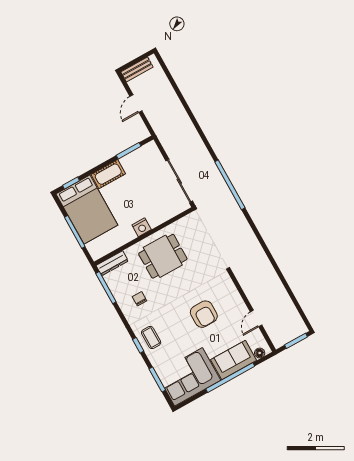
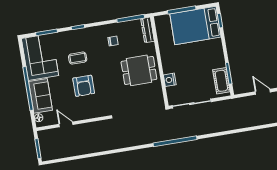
cot: (108, 174) -> (221, 81), moved
nightstand: (142, 227) -> (170, 80), moved
dining table: (163, 256) -> (139, 70), turned 90
armchair: (204, 314) -> (84, 86), turned -90
coffee table: (151, 337) -> (78, 58), moved

